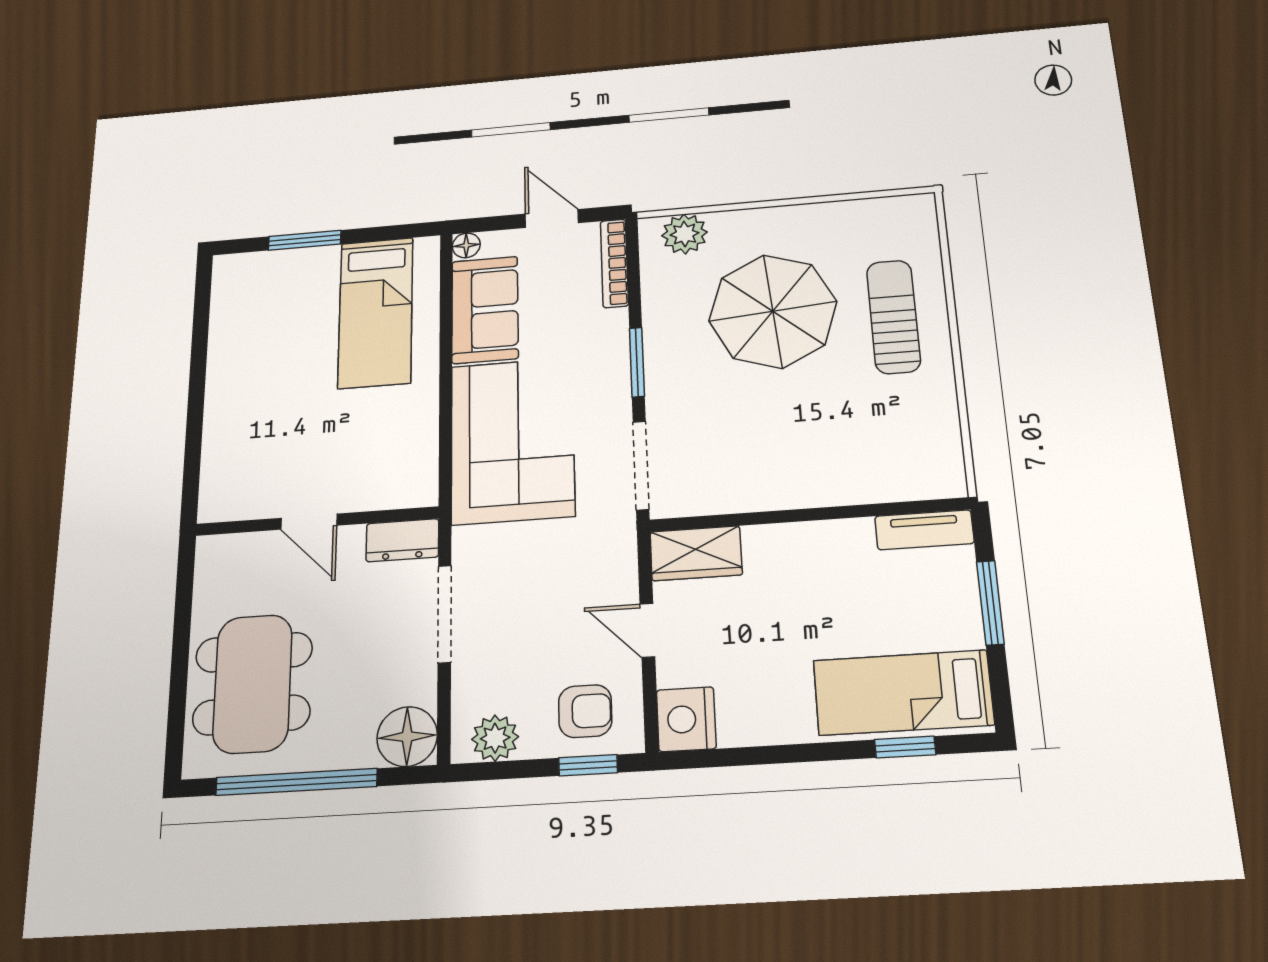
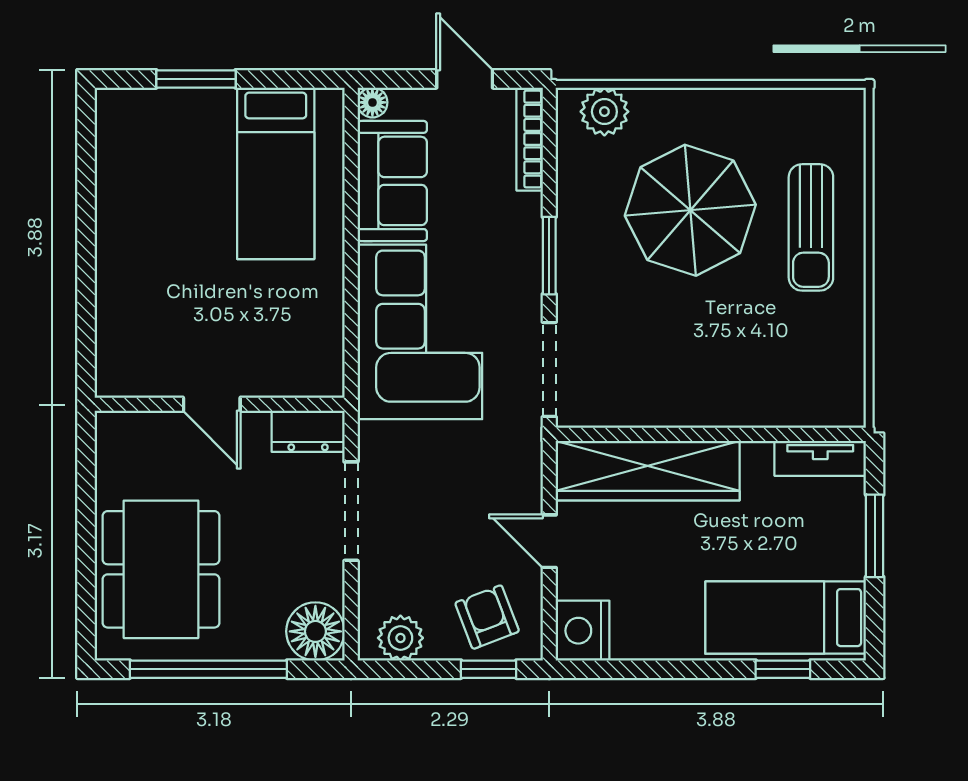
sun lounger: (893, 317) -> (811, 227), turned 180
wardrobe: (696, 553) -> (648, 471), width x2.10, depth x1.17
armchair: (585, 711) -> (487, 617), turned -111

